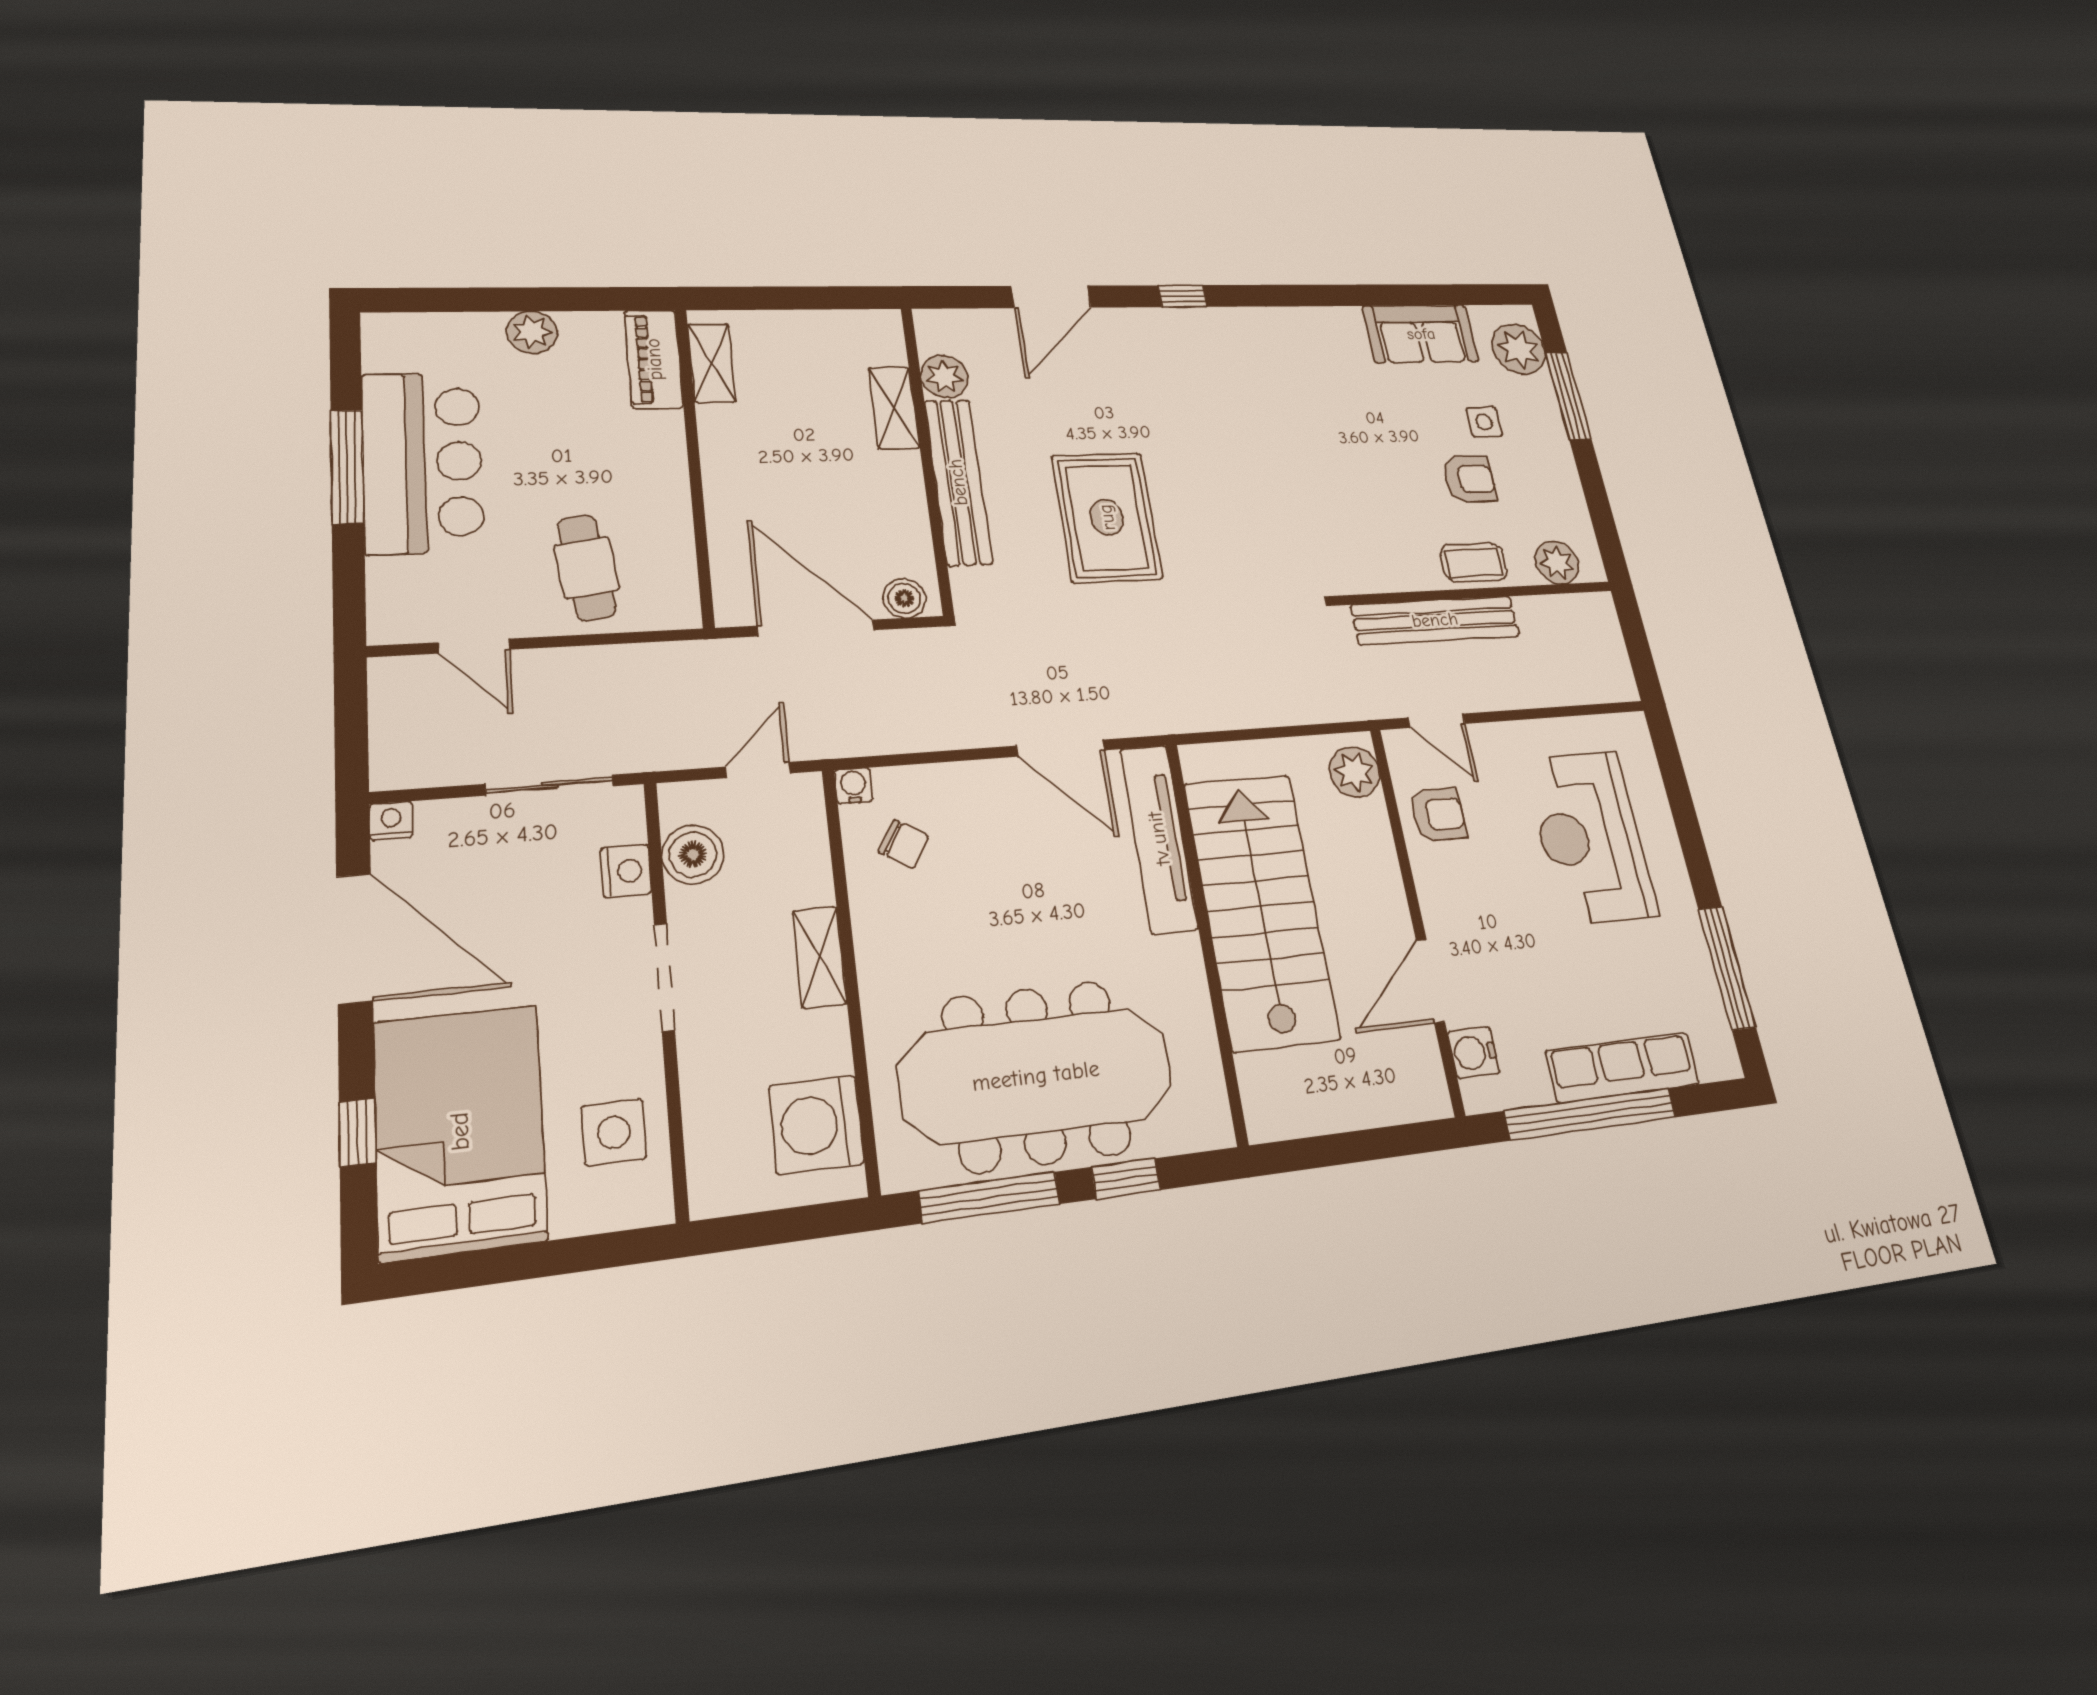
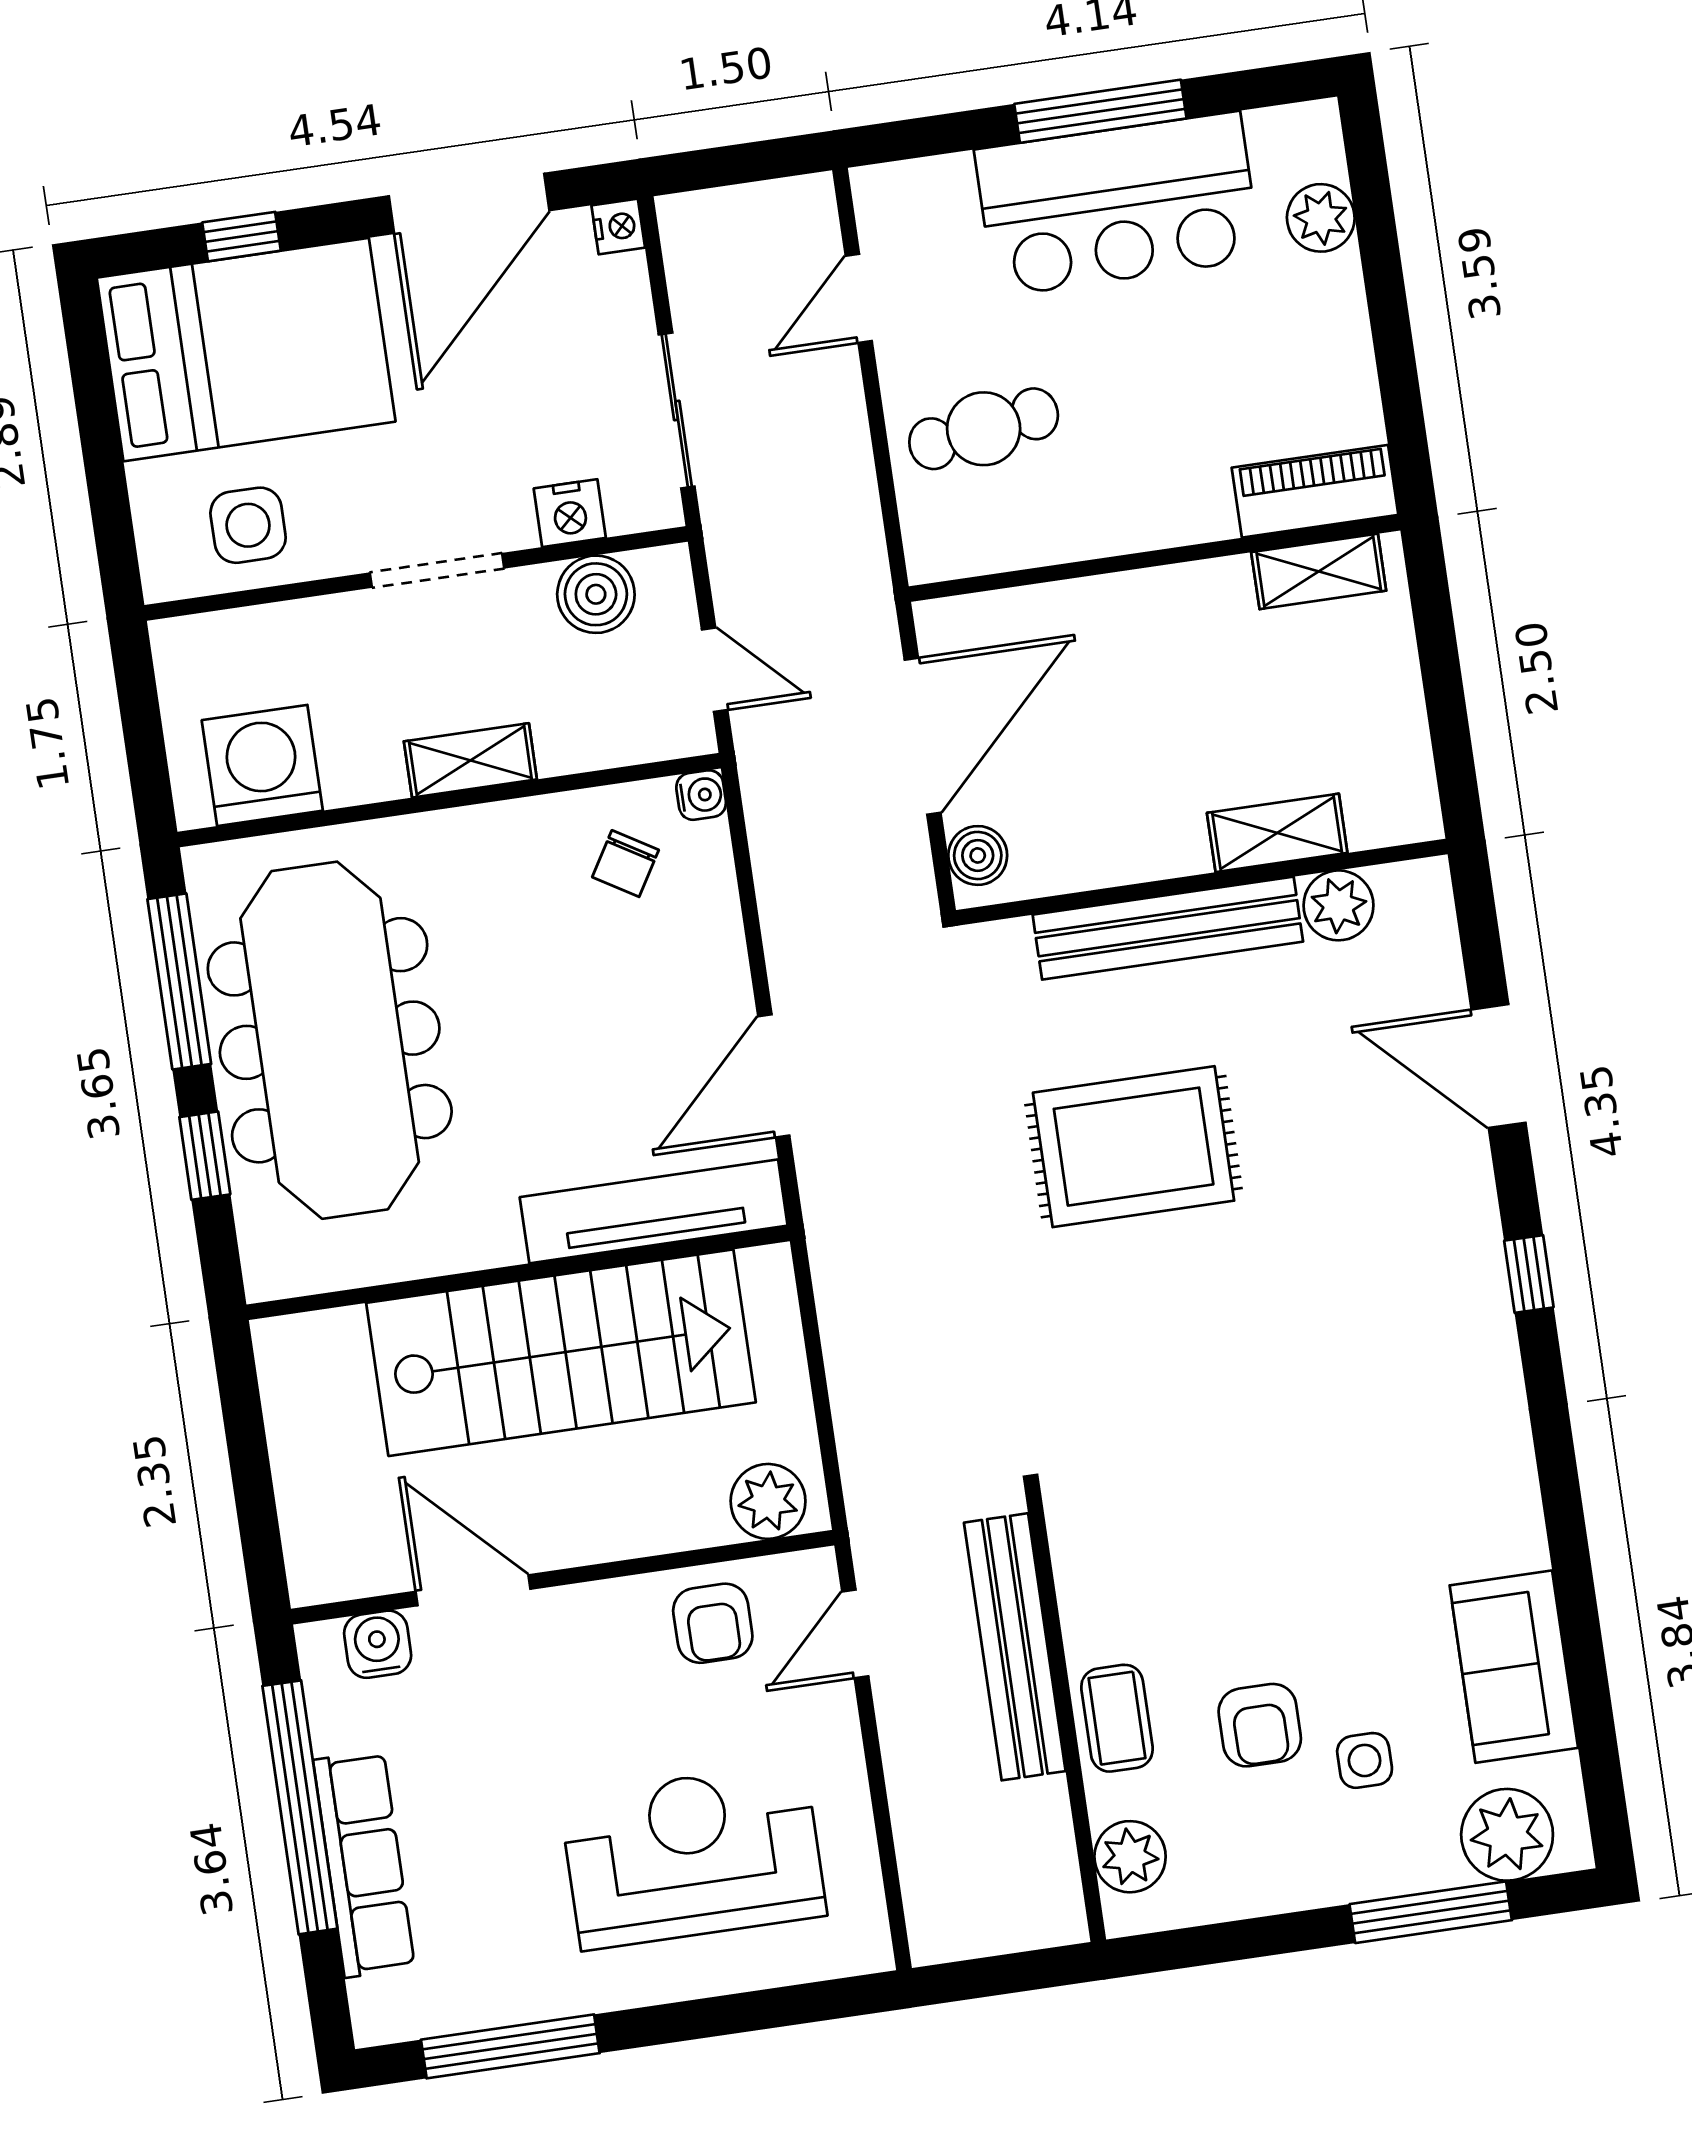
plant: (532, 332) -> (1321, 218), moved

